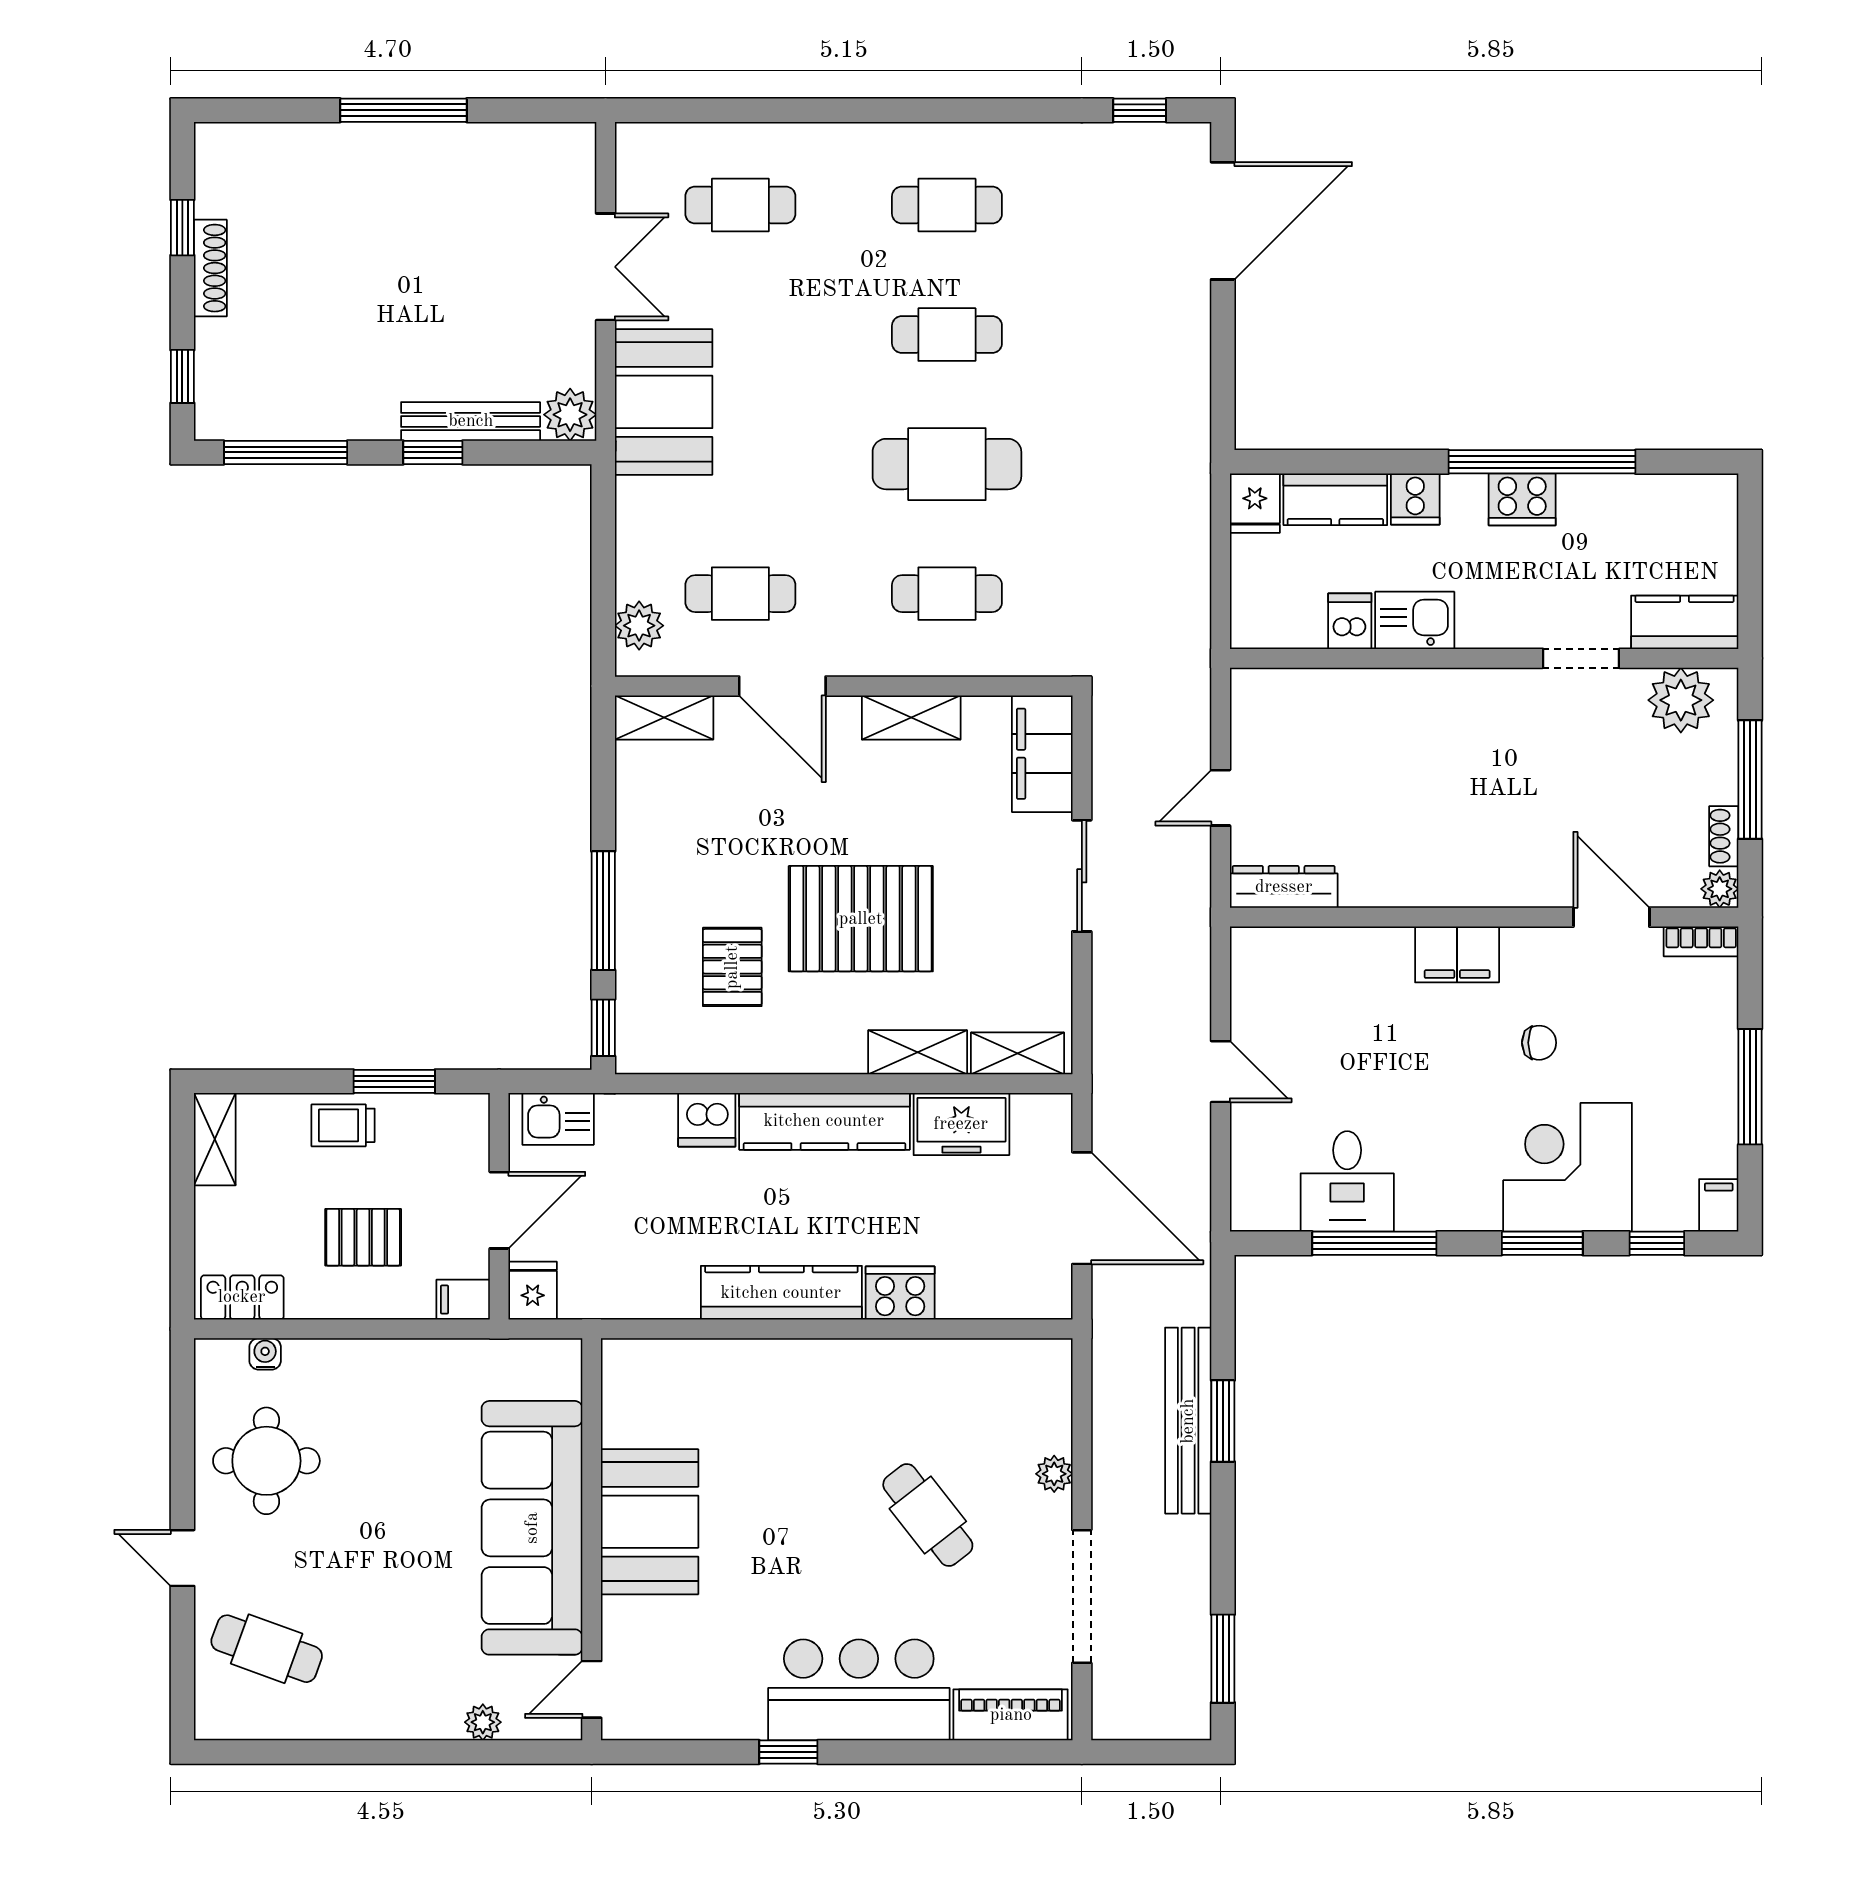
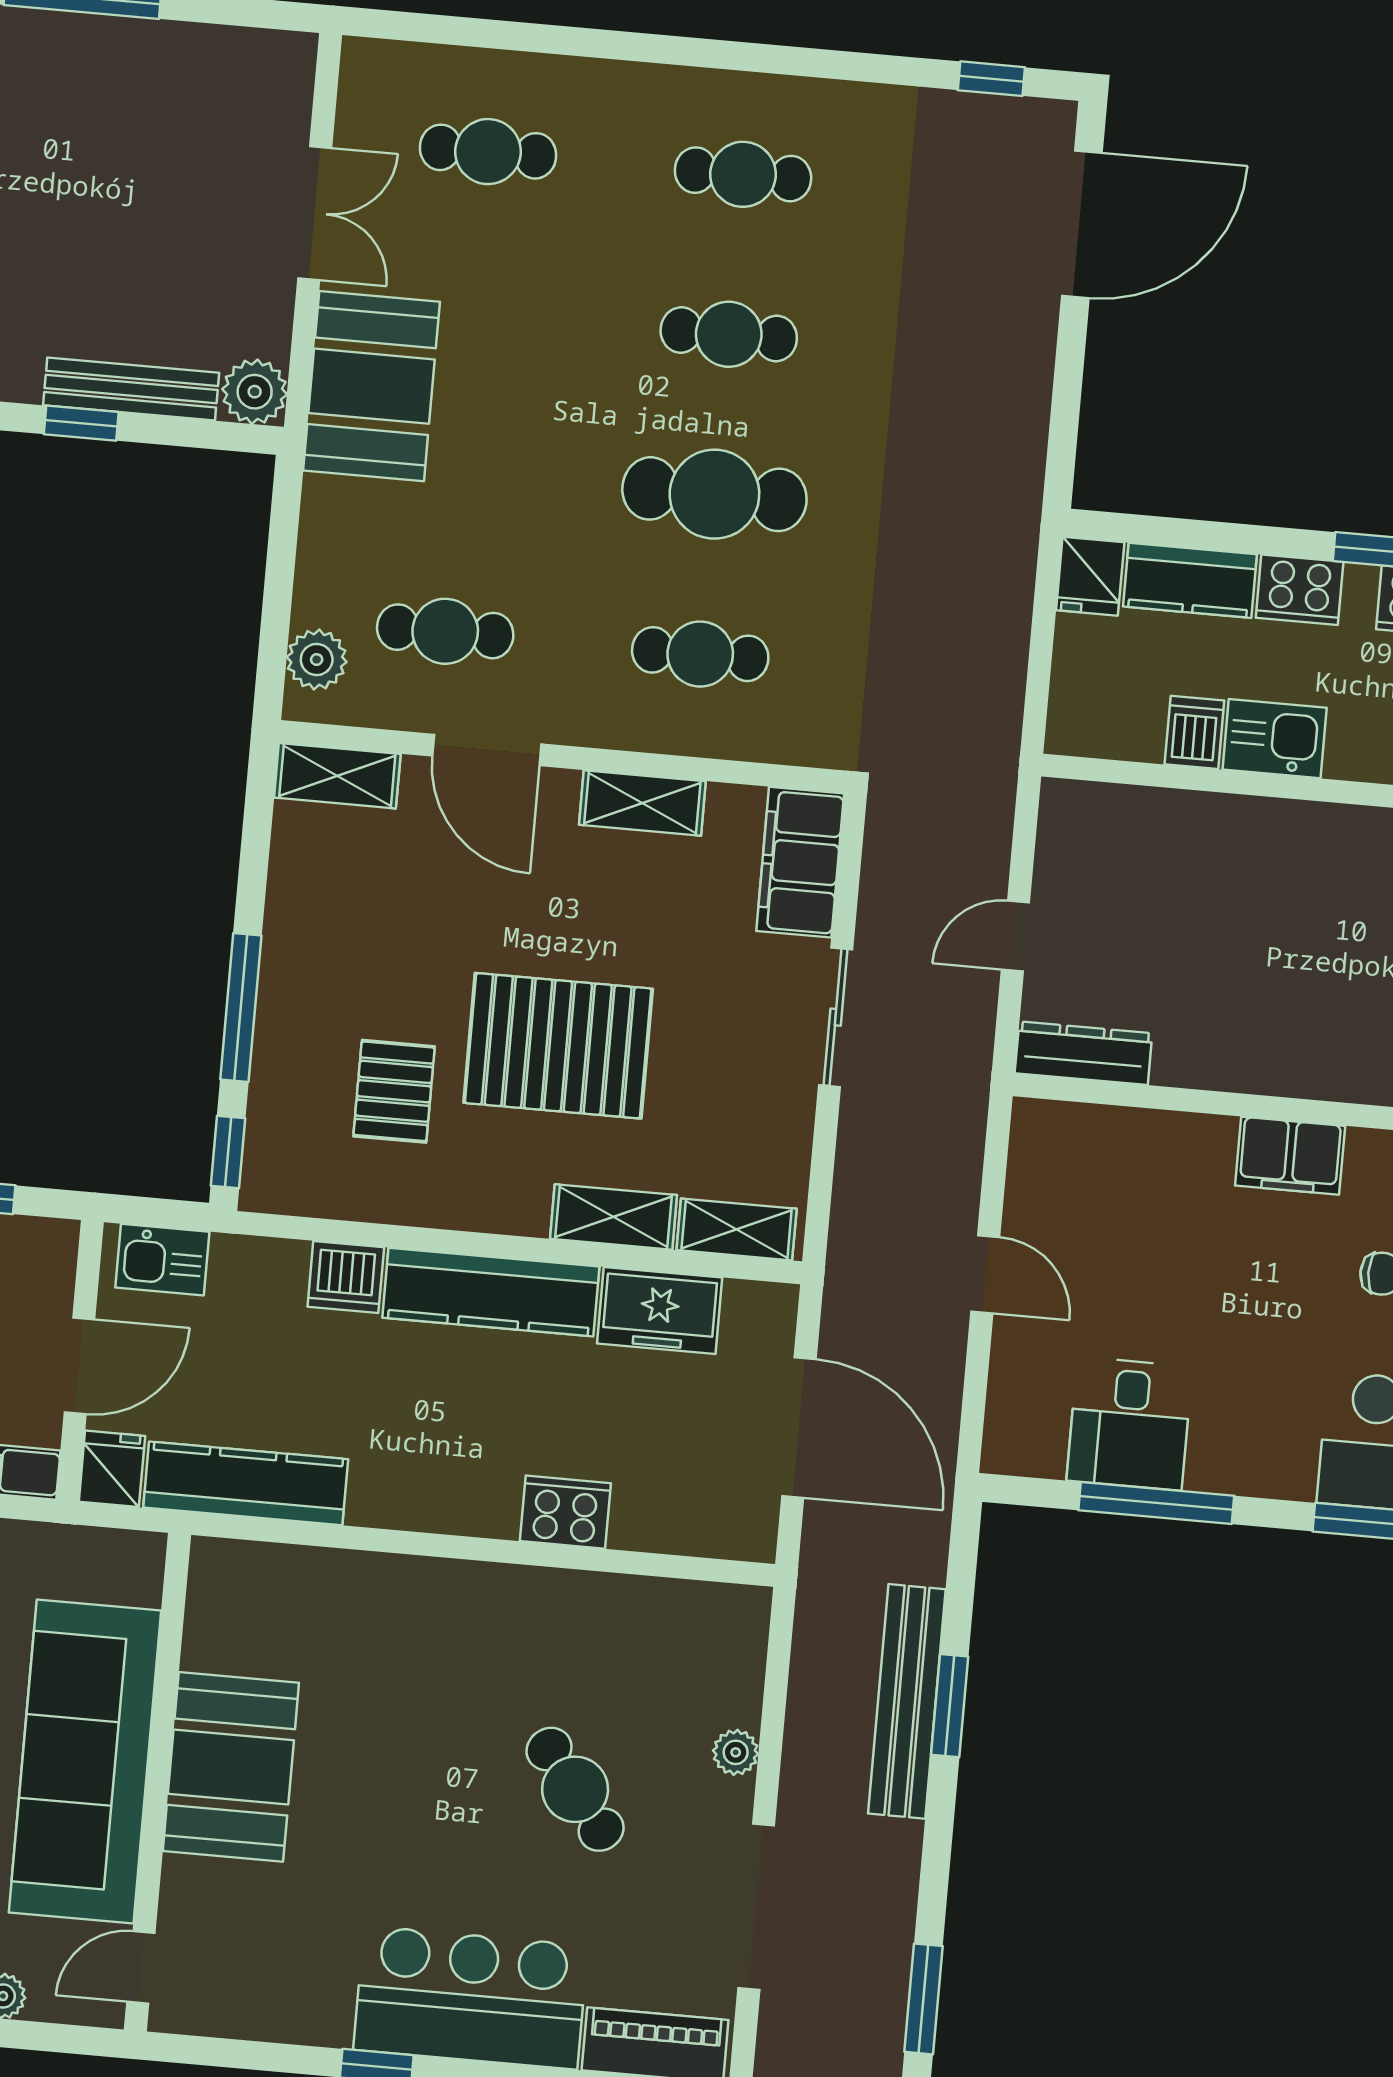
cooker: (1415, 499) -> (1300, 590), width x1.36
kitchen counter: (781, 1293) -> (246, 1483), moved

